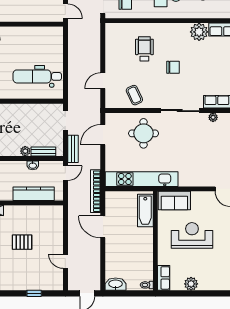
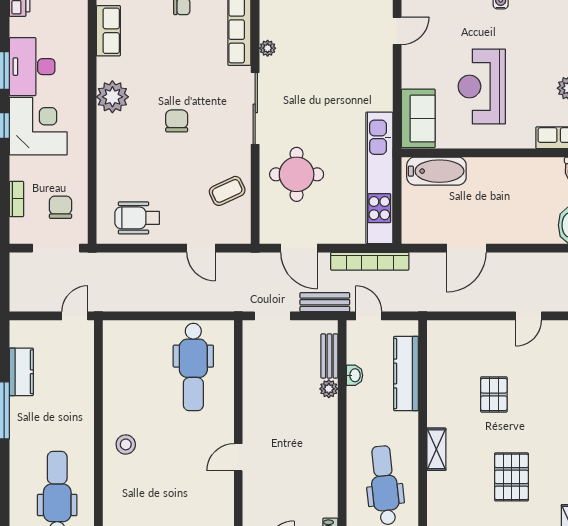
plant: (199, 32) -> (112, 97), moved
wheelchair: (144, 49) -> (137, 218), moved
bookcase: (96, 191) -> (370, 261), moved

